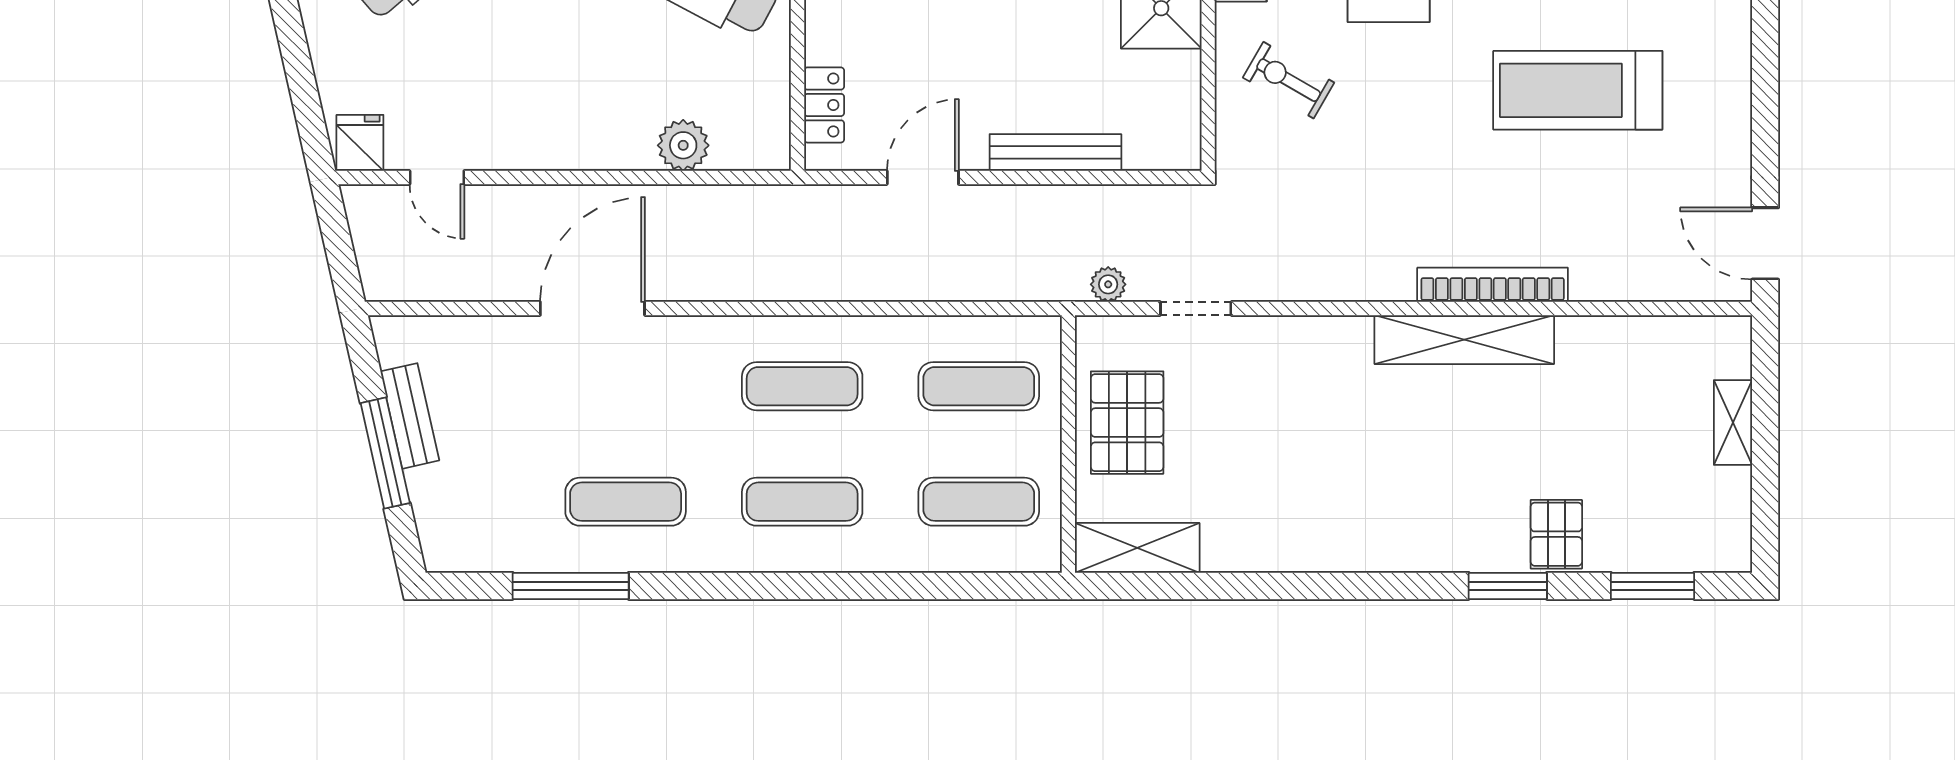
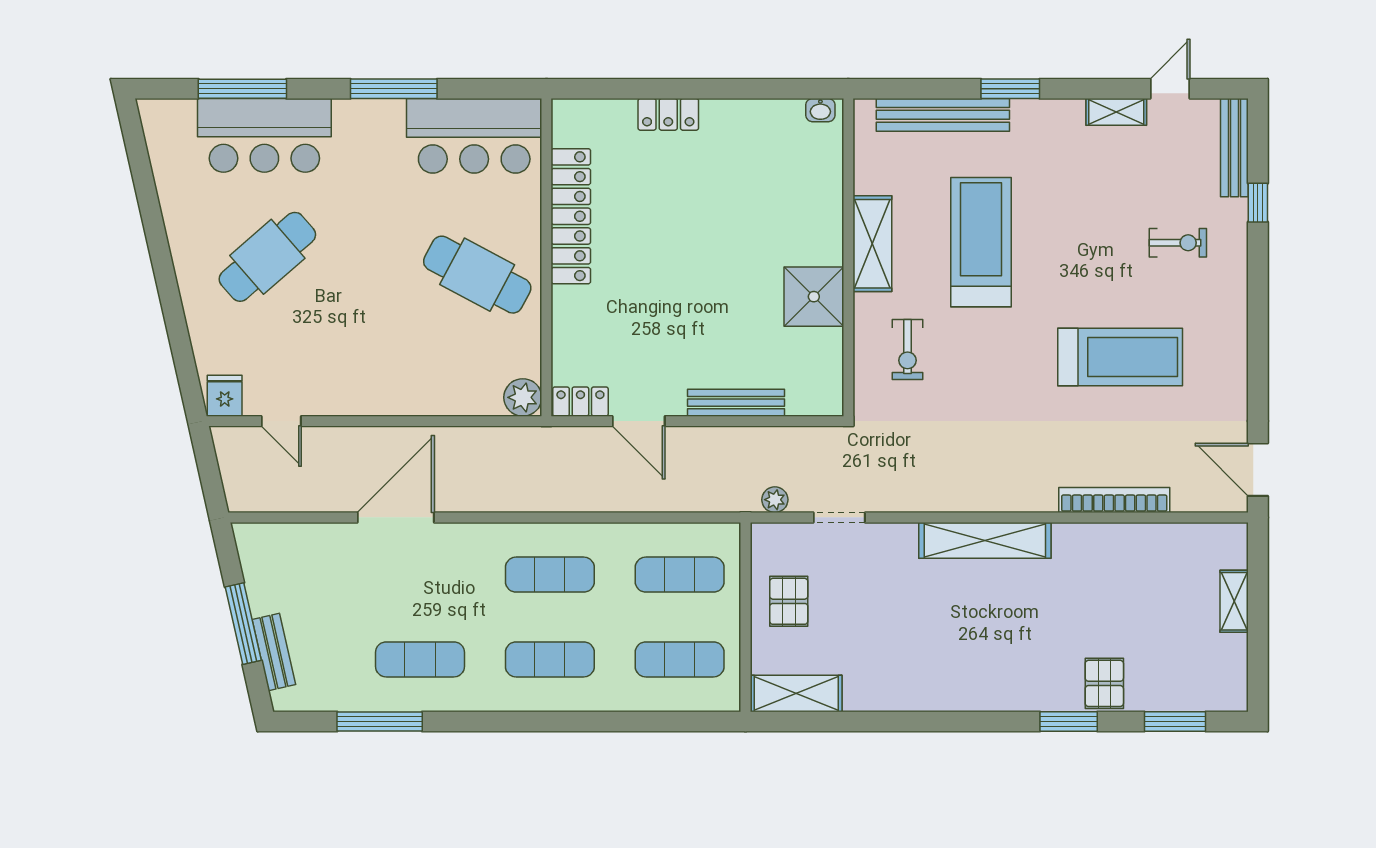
exercise bike: (1289, 80) -> (907, 350), turned -120
treadmill: (1578, 90) -> (1120, 357), turned 180
locker: (824, 105) -> (580, 402), moved, turned -90
plant: (683, 145) -> (523, 397), moved
door: (923, 177) -> (639, 421), swing flipped
bookcase: (1493, 285) -> (1114, 500), moved
shelving: (1464, 340) -> (985, 540), moved
bench: (410, 416) -> (274, 652), moved
pallet: (1127, 423) -> (789, 601), width x0.67, depth x0.71

